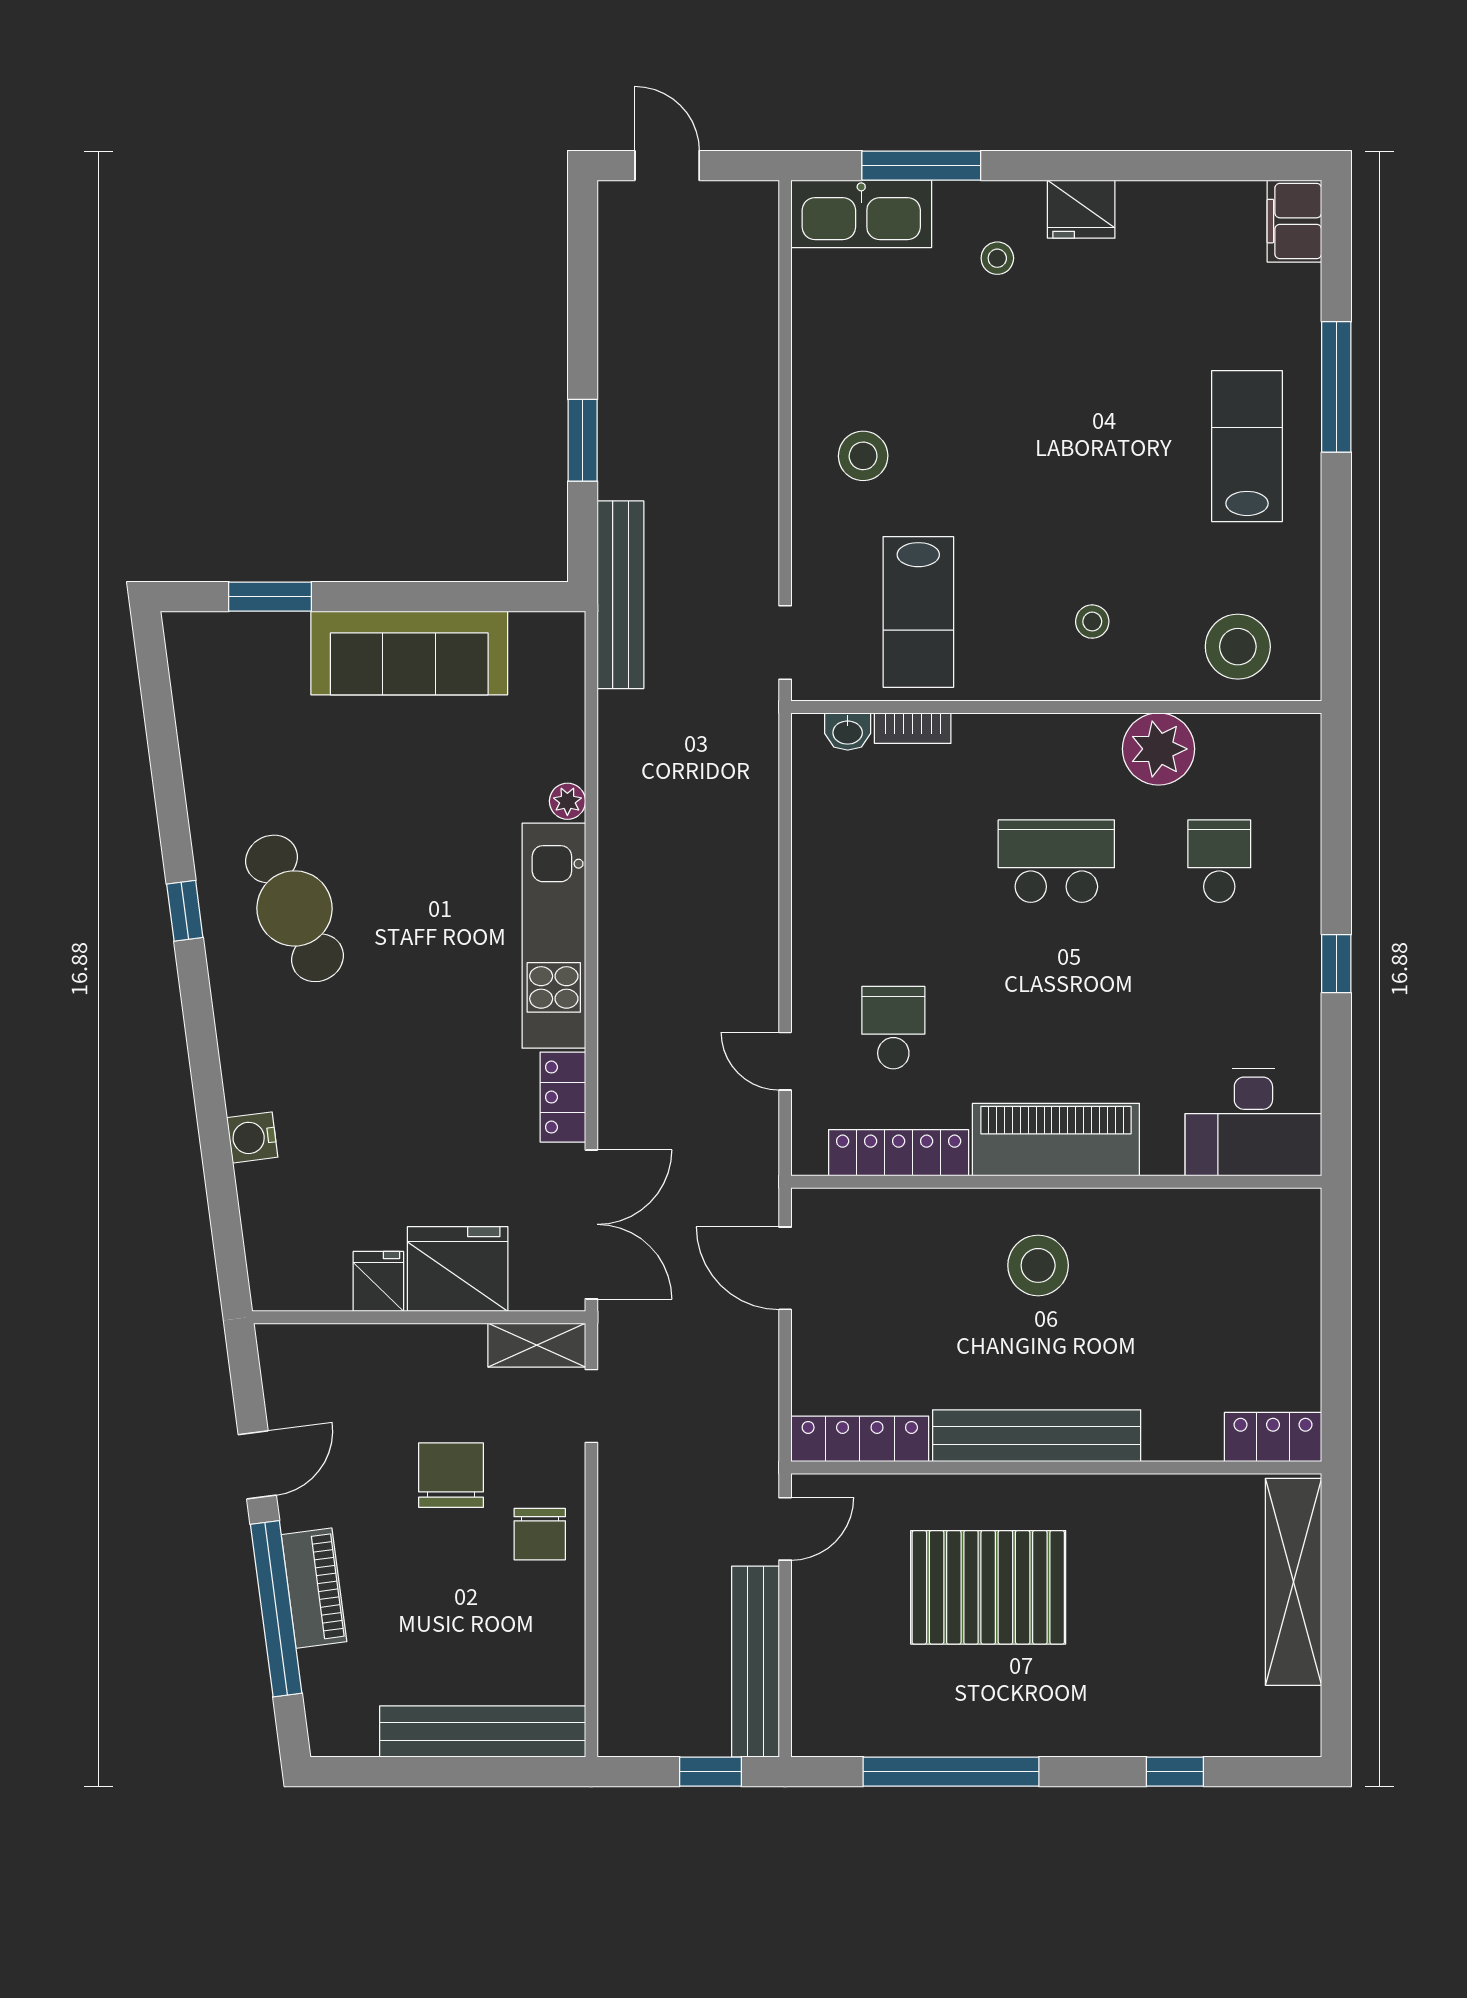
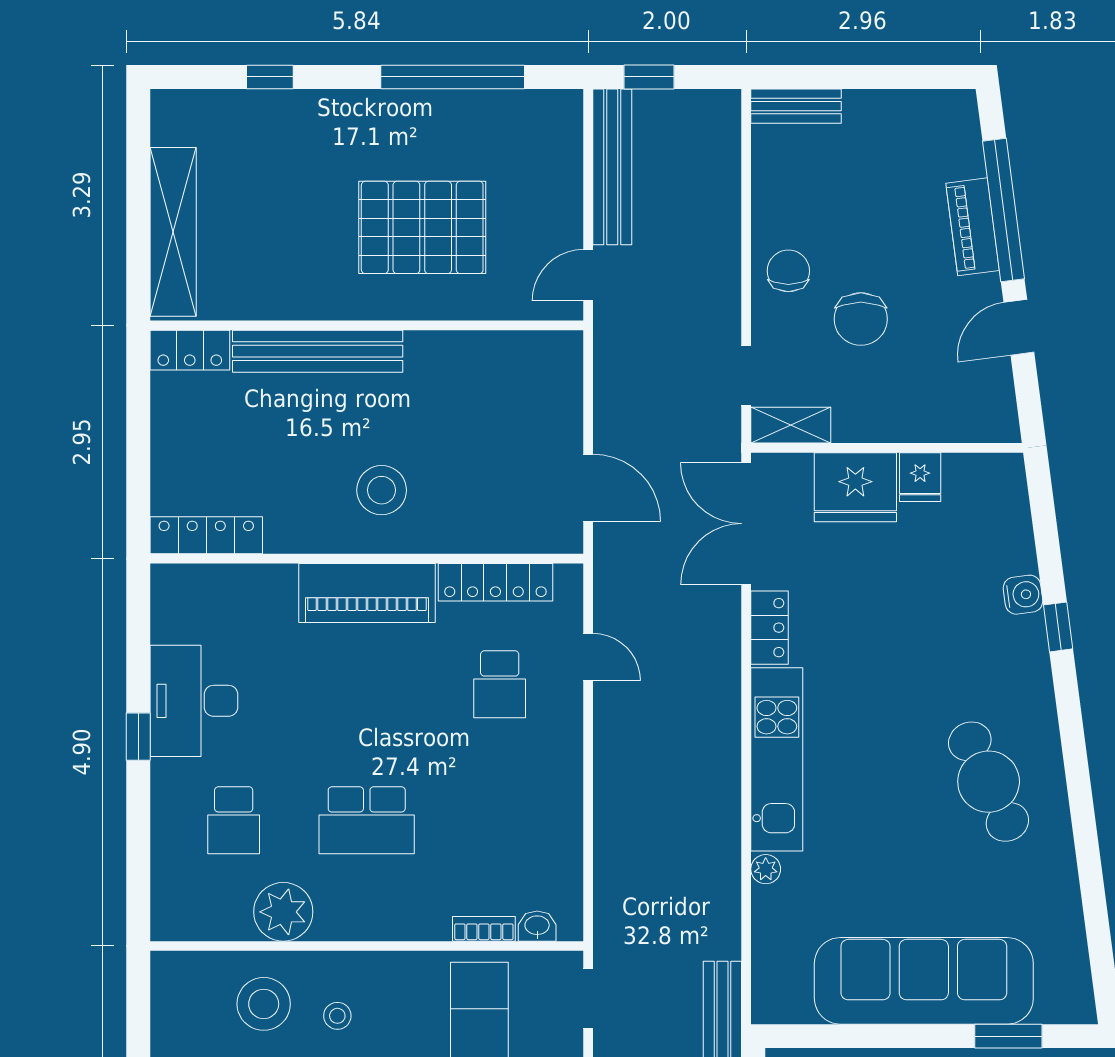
stool: (1238, 647) -> (264, 1004), moved
sofa: (409, 653) -> (924, 981), width x1.36, depth x1.27
window: (185, 911) -> (1058, 627), moved
desk: (1253, 1122) -> (194, 701), moved, turned -90
bench: (1037, 1436) -> (318, 351), moved
locker: (860, 1439) -> (206, 535), moved, turned 180
bench: (483, 1731) -> (796, 106), width x0.54, depth x0.82

